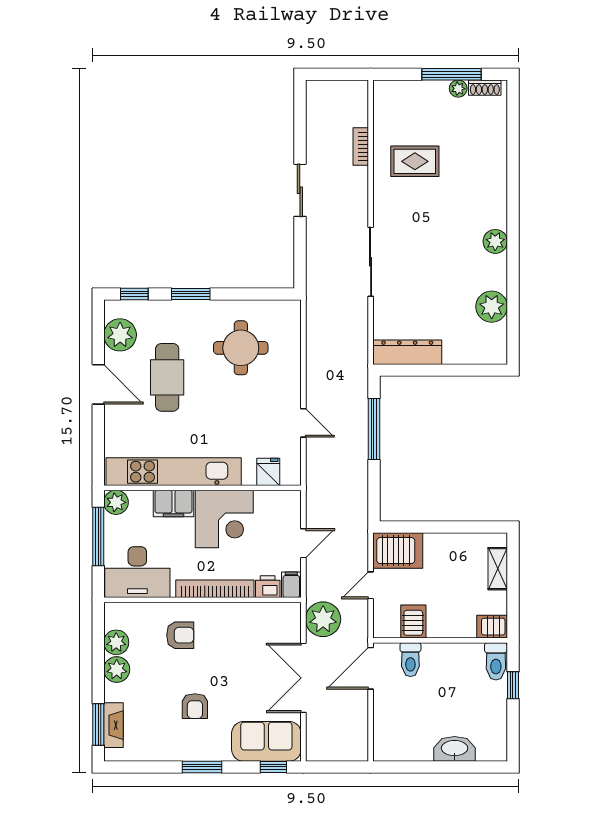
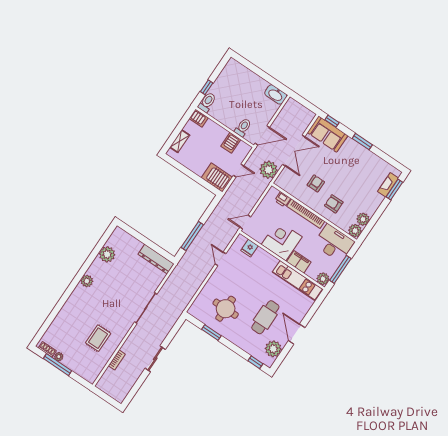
rug: (415, 161) -> (98, 338), turned 90
window: (191, 294) -> (211, 333), moved
kitchen unit: (174, 472) -> (297, 281), width x0.73
door: (303, 543) -> (245, 222), moved
filing cabinet: (291, 585) -> (272, 193), removed
plant: (117, 669) -> (355, 231), moved
armchair: (195, 706) -> (316, 183), moved
washbasin: (455, 749) -> (276, 94), moved

